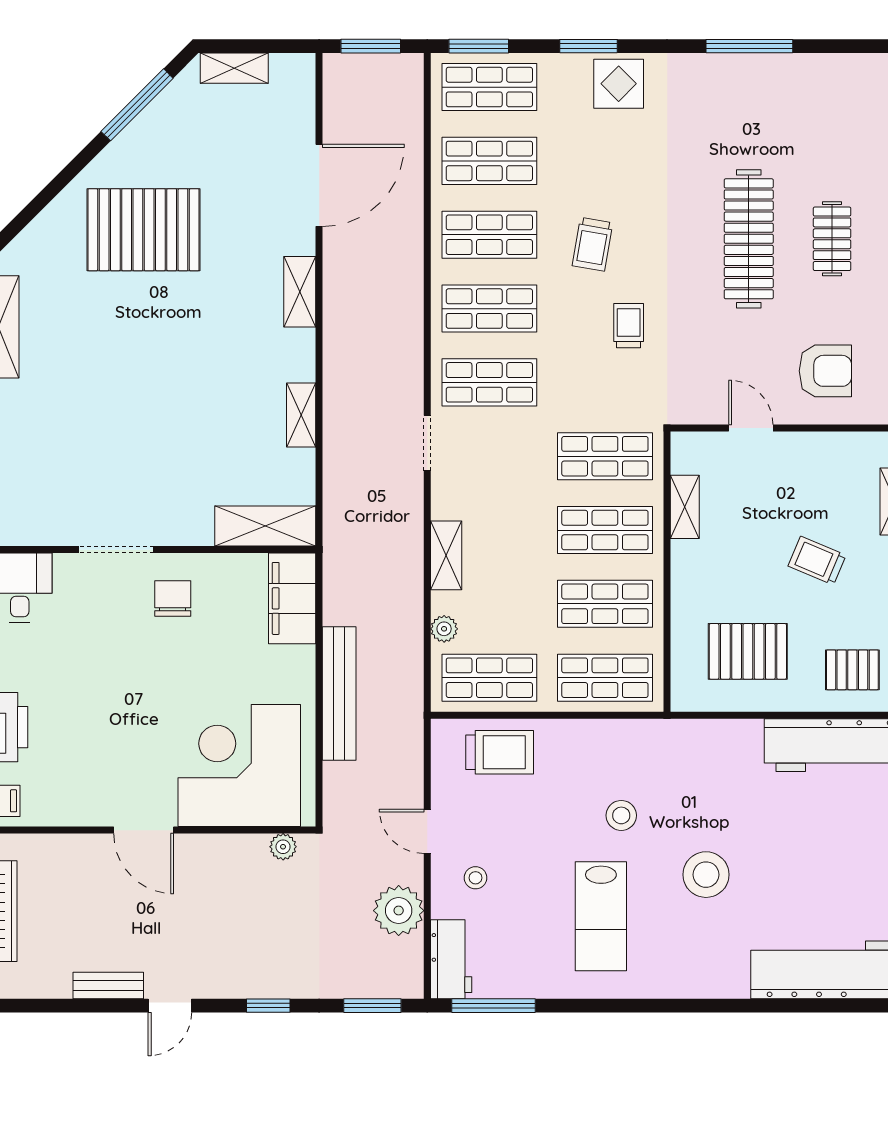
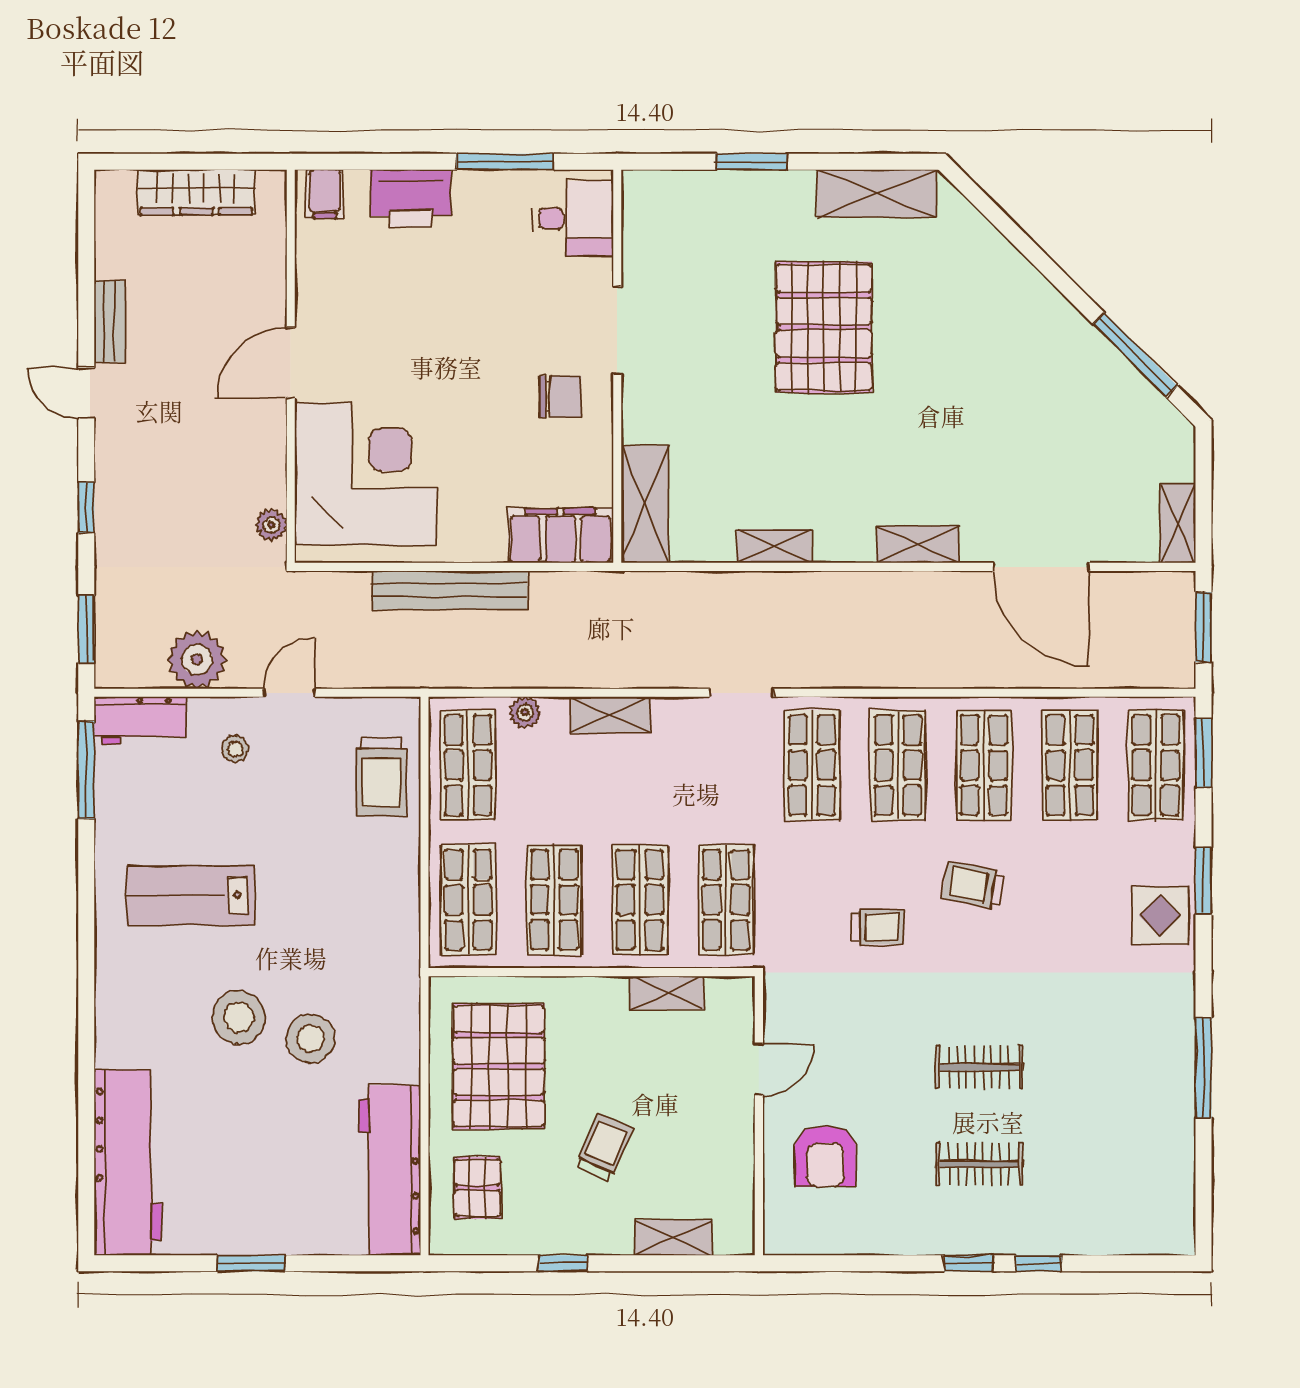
shelving: (234, 68) -> (1178, 524), moved
pallet: (144, 230) -> (824, 327), moved
clothes rail: (749, 239) -> (979, 1067), width x0.54, depth x0.76
pallet: (748, 651) -> (499, 1066), width x1.37, depth x1.41
stool: (621, 815) -> (311, 1039), moved, width x1.38, depth x1.38

